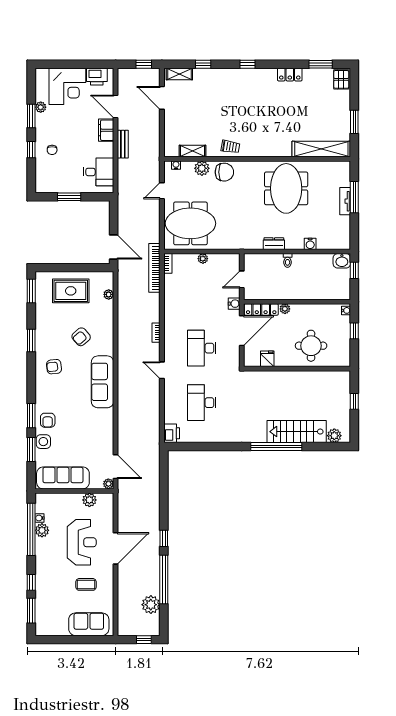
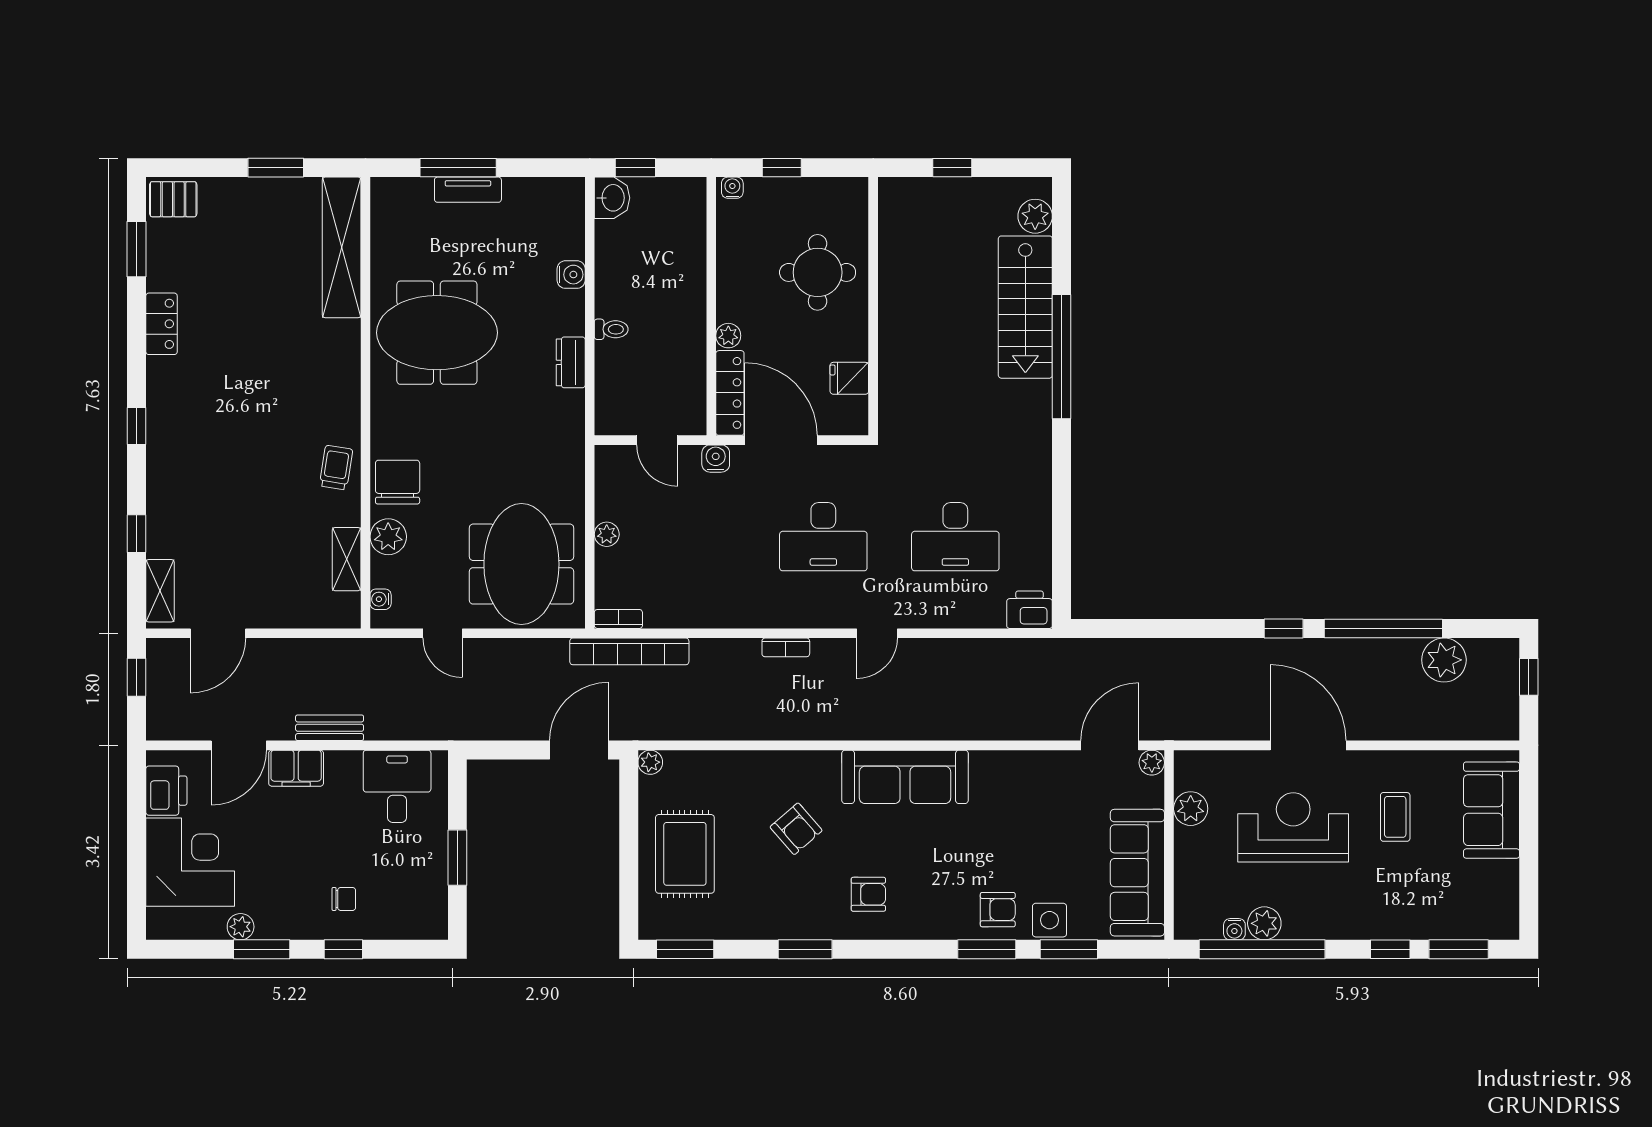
plant: (109, 294) -> (650, 762), moved
armchair: (54, 367) -> (868, 894), turned -84

